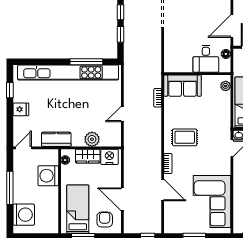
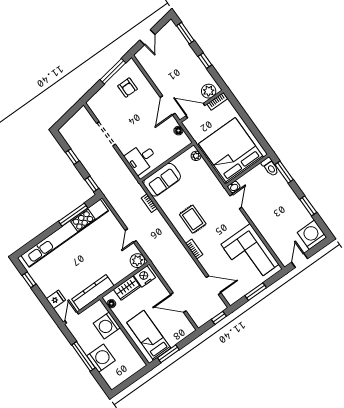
window: (121, 34) -> (92, 184), moved
desk: (206, 59) -> (141, 158), moved, turned 90
fridge: (21, 109) -> (56, 299), moved
rug: (185, 137) -> (193, 219), turned 90
kitchen counter: (56, 139) -> (93, 292), width x1.50
plant: (92, 139) -> (137, 261), moved
door: (163, 190) -> (213, 285), moved
washing machine: (24, 215) -> (101, 358), moved
armchair: (105, 220) -> (176, 328), removed

